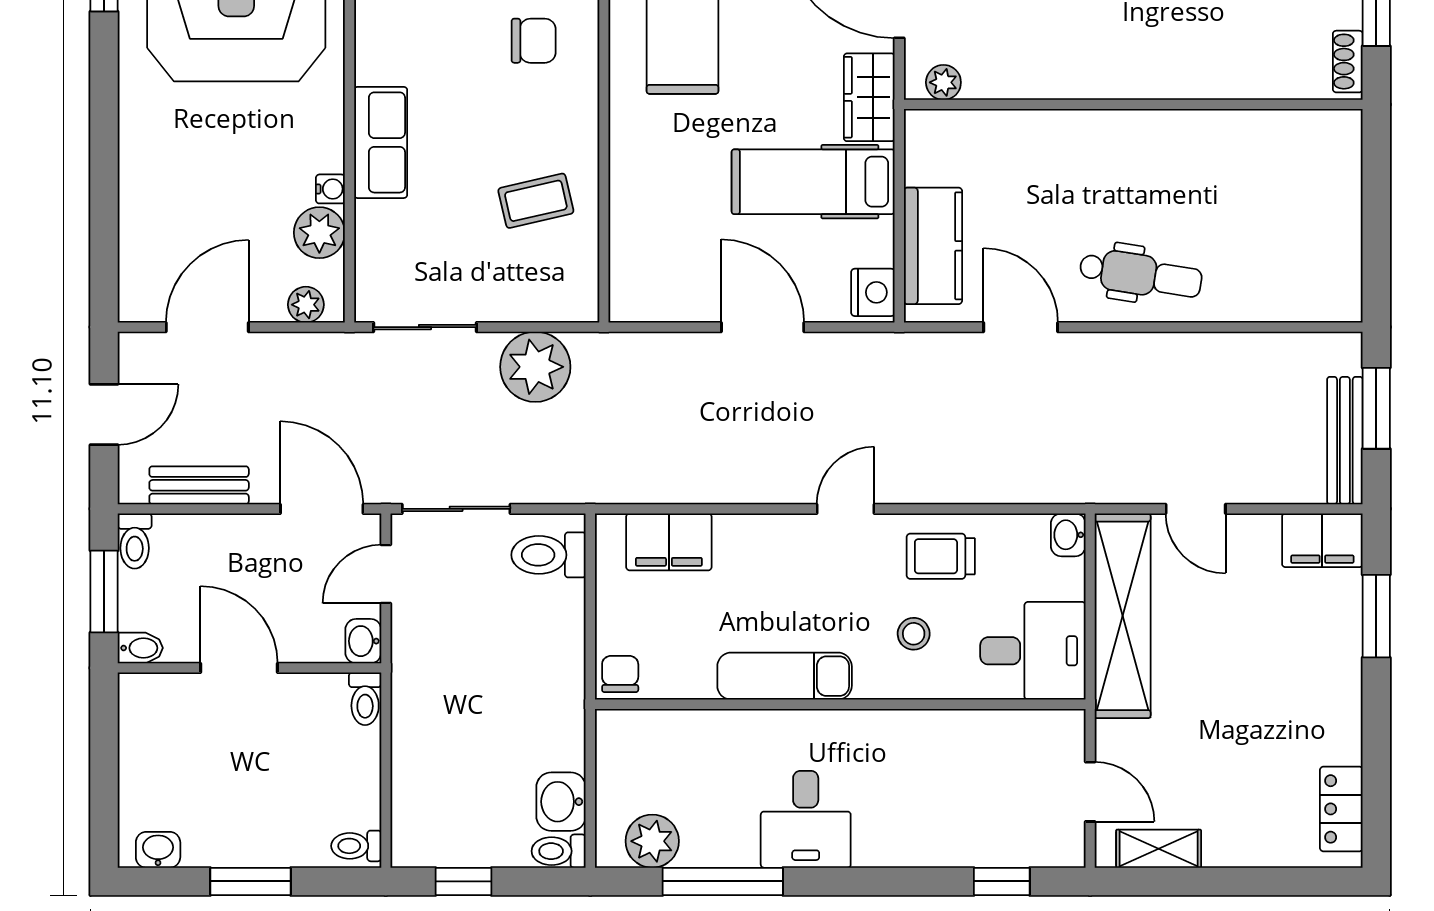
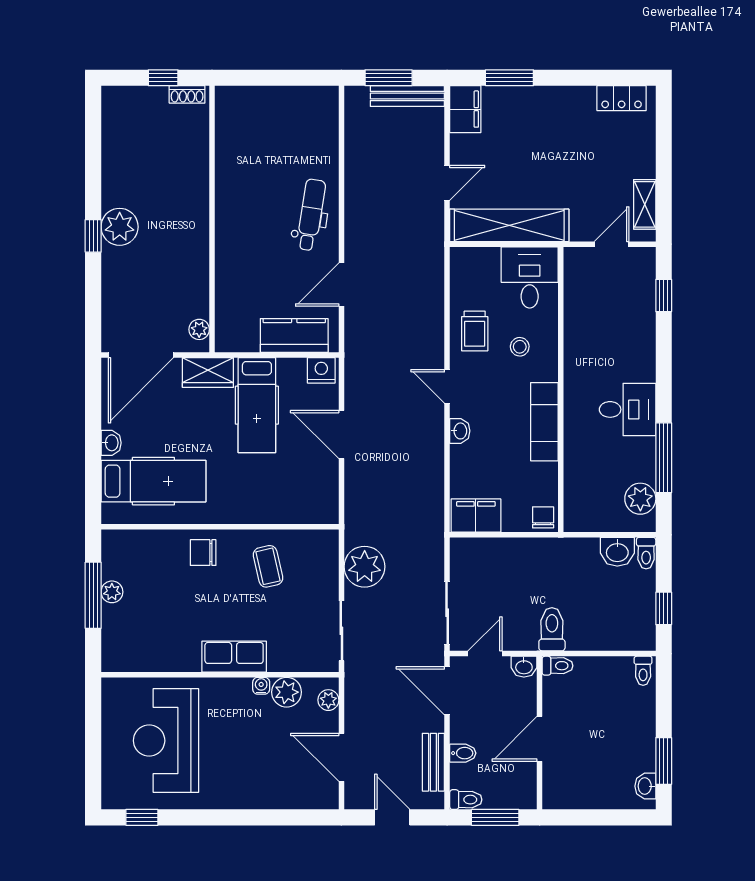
chair: (534, 41) -> (203, 553), moved, turned -90
door: (763, 327) -> (341, 435), hinge flipped
door: (322, 509) -> (447, 691), hinge flipped
washbasin: (1068, 535) -> (460, 431), moved, turned -90
filing cabinet: (669, 542) -> (476, 516), moved, turned -90
toilet: (549, 555) -> (552, 629), moved, turned 180
door: (386, 574) -> (485, 654), swing flipped
bidet: (140, 648) -> (463, 753), moved, turned 90
chair: (620, 674) -> (543, 517), turned 90
window: (251, 881) -> (664, 761), moved

